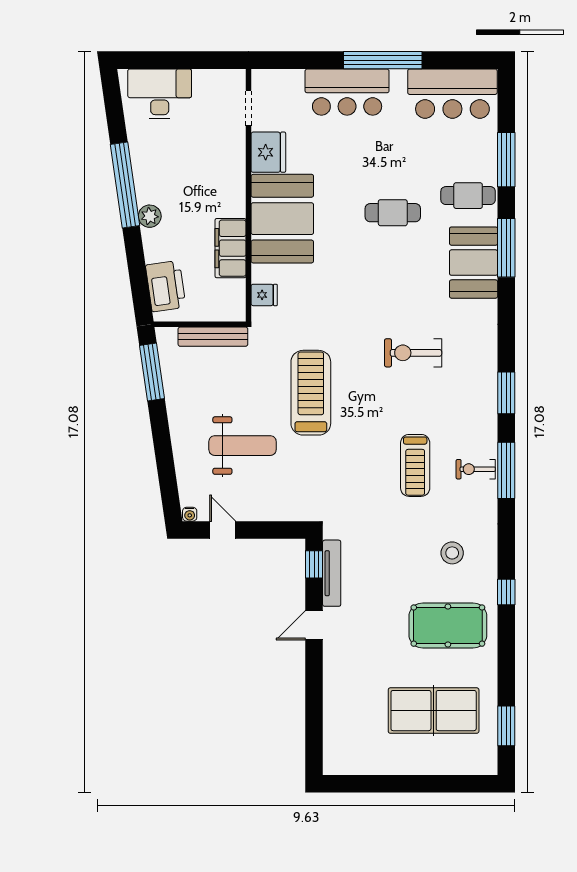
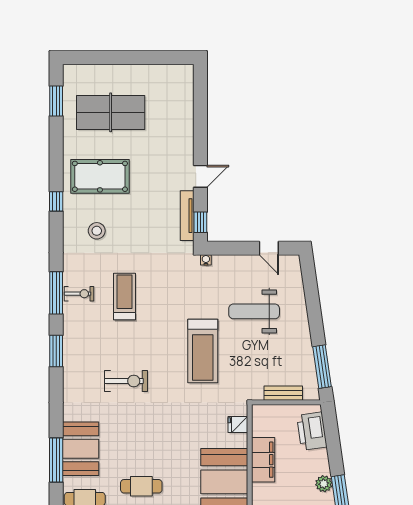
bench: (213, 337) -> (283, 393), width x0.73
water cooler: (190, 514) -> (206, 260), moved

